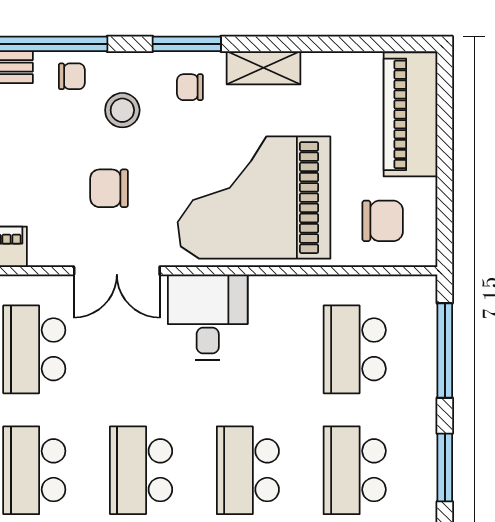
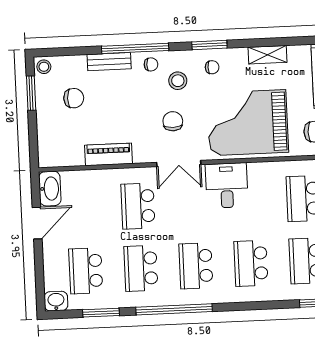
shelving: (264, 68) -> (267, 55), moved
chair: (190, 87) -> (212, 67), turned 180
chair: (109, 188) -> (173, 121), turned 90

